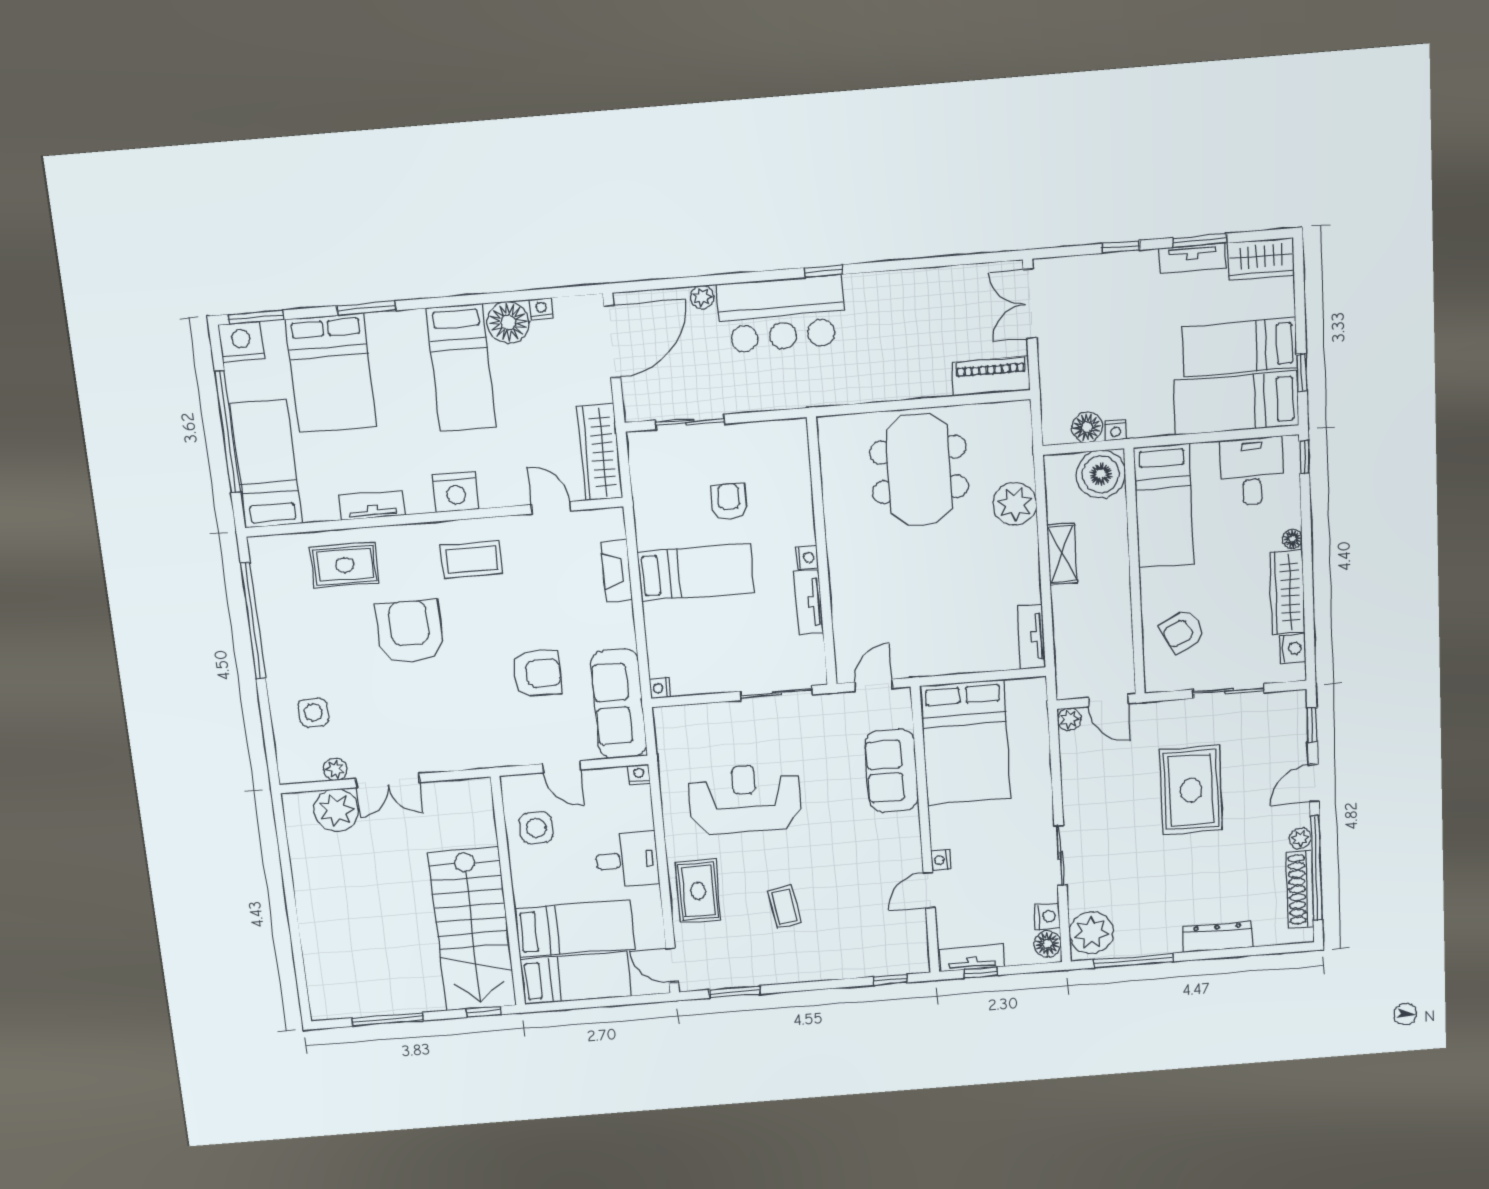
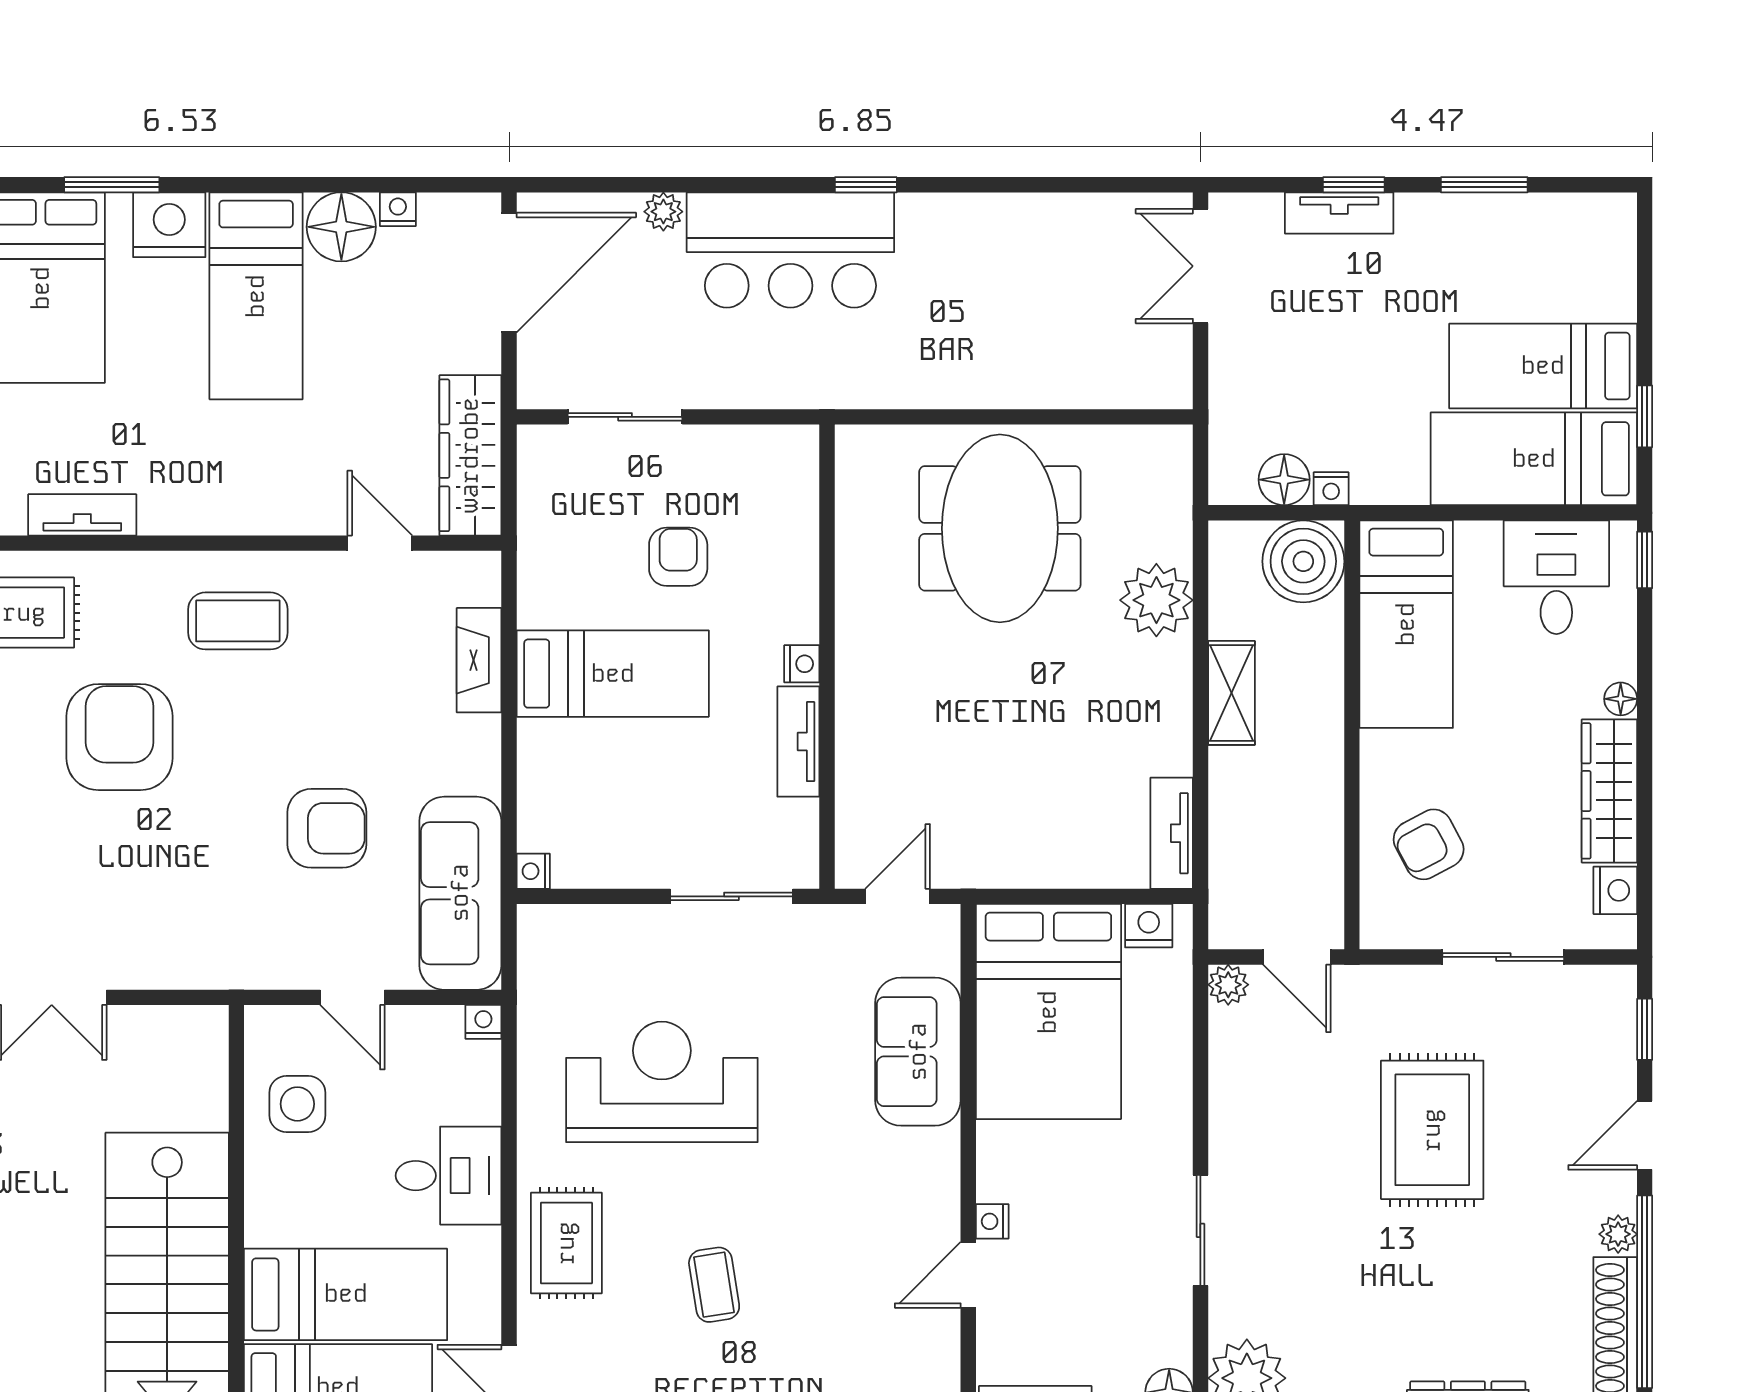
tv unit: (1193, 258) -> (1339, 213), moved
wardrobe: (1261, 259) -> (1583, 224), removed
piano: (991, 376) -> (1129, 381), removed
nightstand: (456, 492) -> (169, 225), moved, turned 180
nightstand: (1047, 916) -> (1149, 926), moved, turned -90

